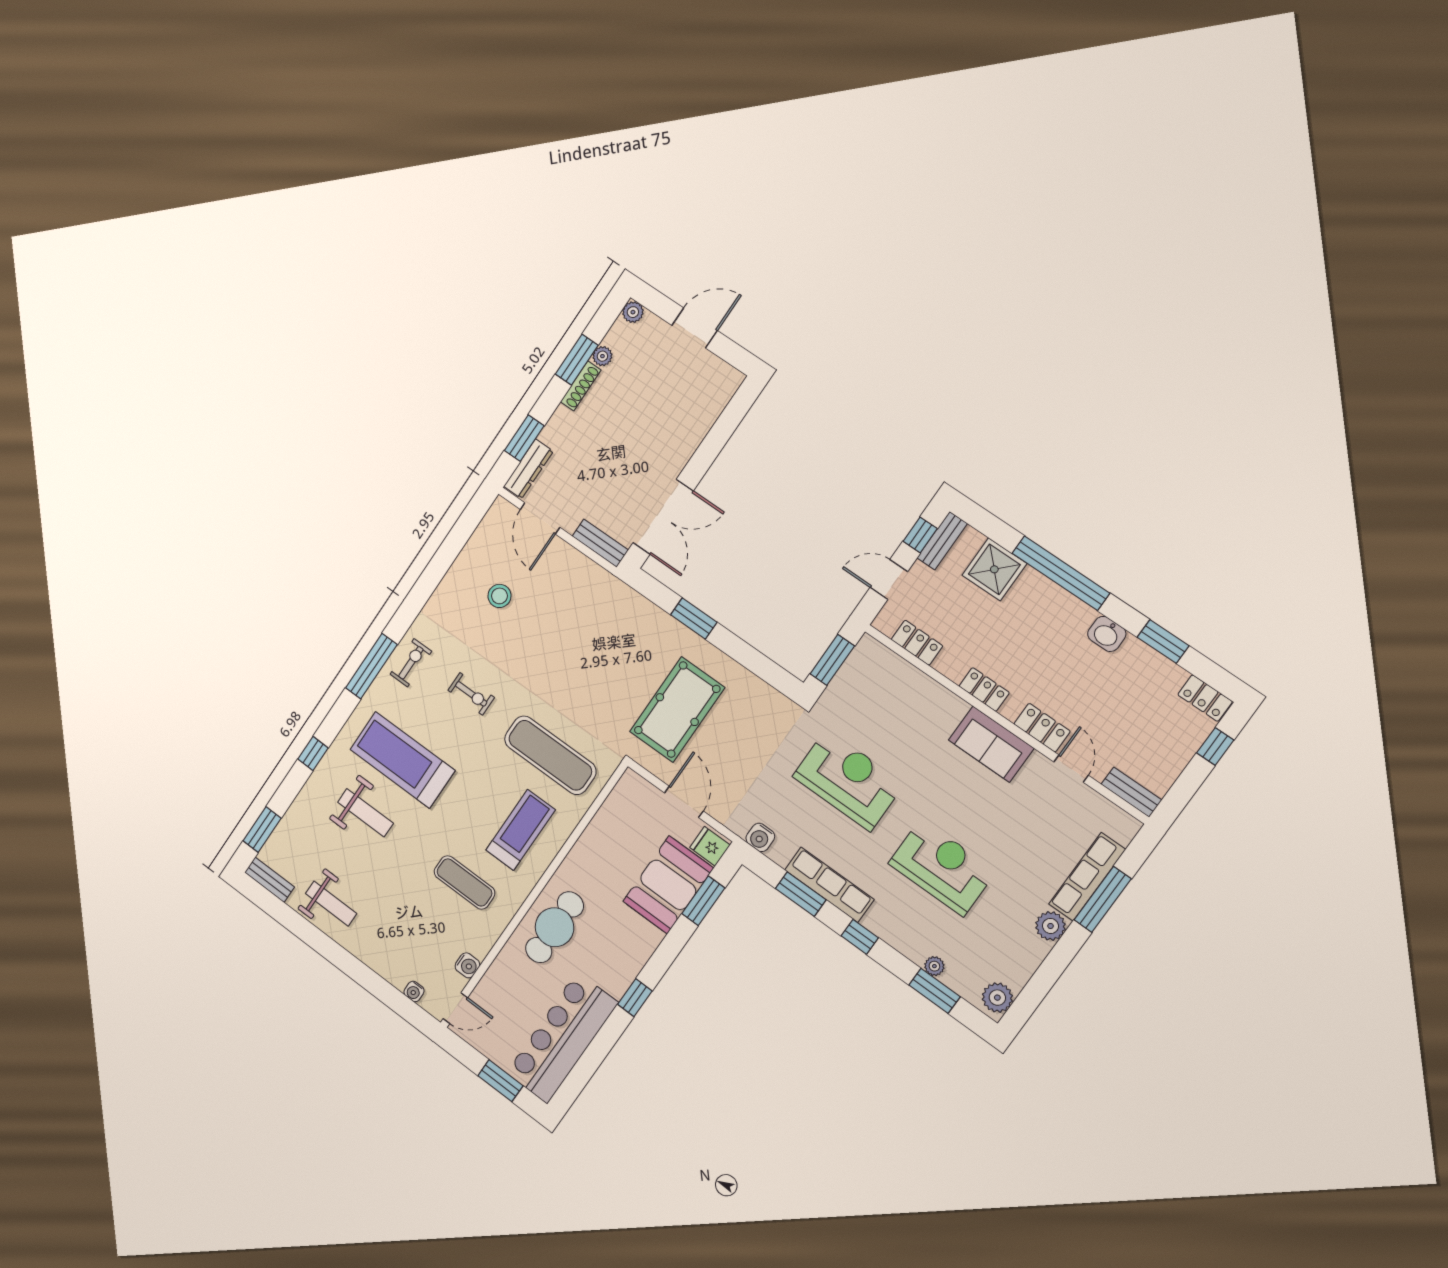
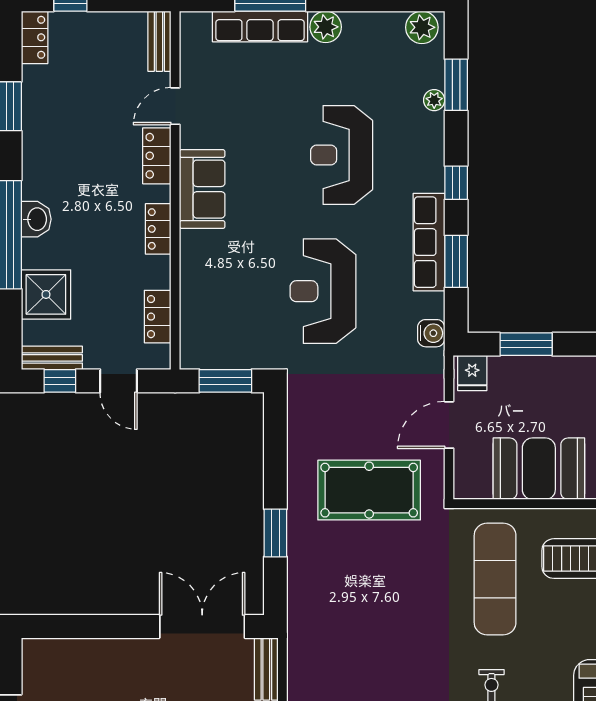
washbasin: (1107, 634) -> (36, 219), moved
booth: (668, 885) -> (539, 469), moved

